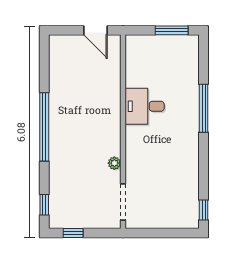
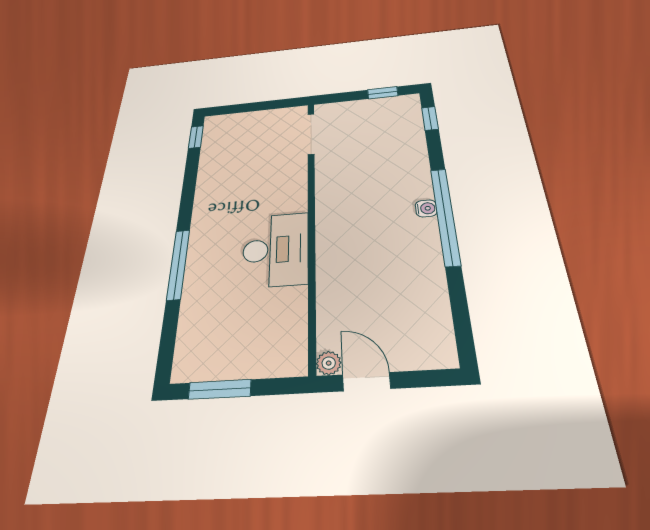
desk: (145, 106) -> (275, 250), width x1.37
water cooler: (55, 133) -> (426, 208), added
plant: (114, 163) -> (329, 363), moved

